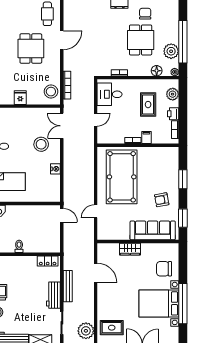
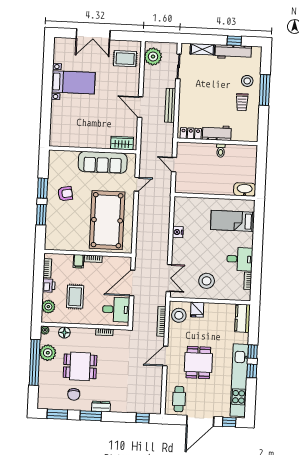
door: (62, 40) -> (165, 356), moved
dining table: (141, 40) -> (80, 366), turned 90
fridge: (20, 98) -> (197, 310), moved
door: (96, 120) -> (132, 283), width x1.88
stool: (41, 144) -> (207, 281), moved
door: (62, 215) -> (174, 165), moved
window: (183, 218) -> (43, 188), moved
sofa: (153, 230) -> (103, 162), moved
wardrobe: (130, 249) -> (122, 143), moved
chair: (164, 269) -> (66, 119), removed
door: (96, 273) -> (140, 107), moved
workbench: (53, 295) -> (217, 133), moved, turned -90
bed with nightstands: (159, 303) -> (73, 82), width x0.73
window: (183, 304) -> (47, 81), removed

